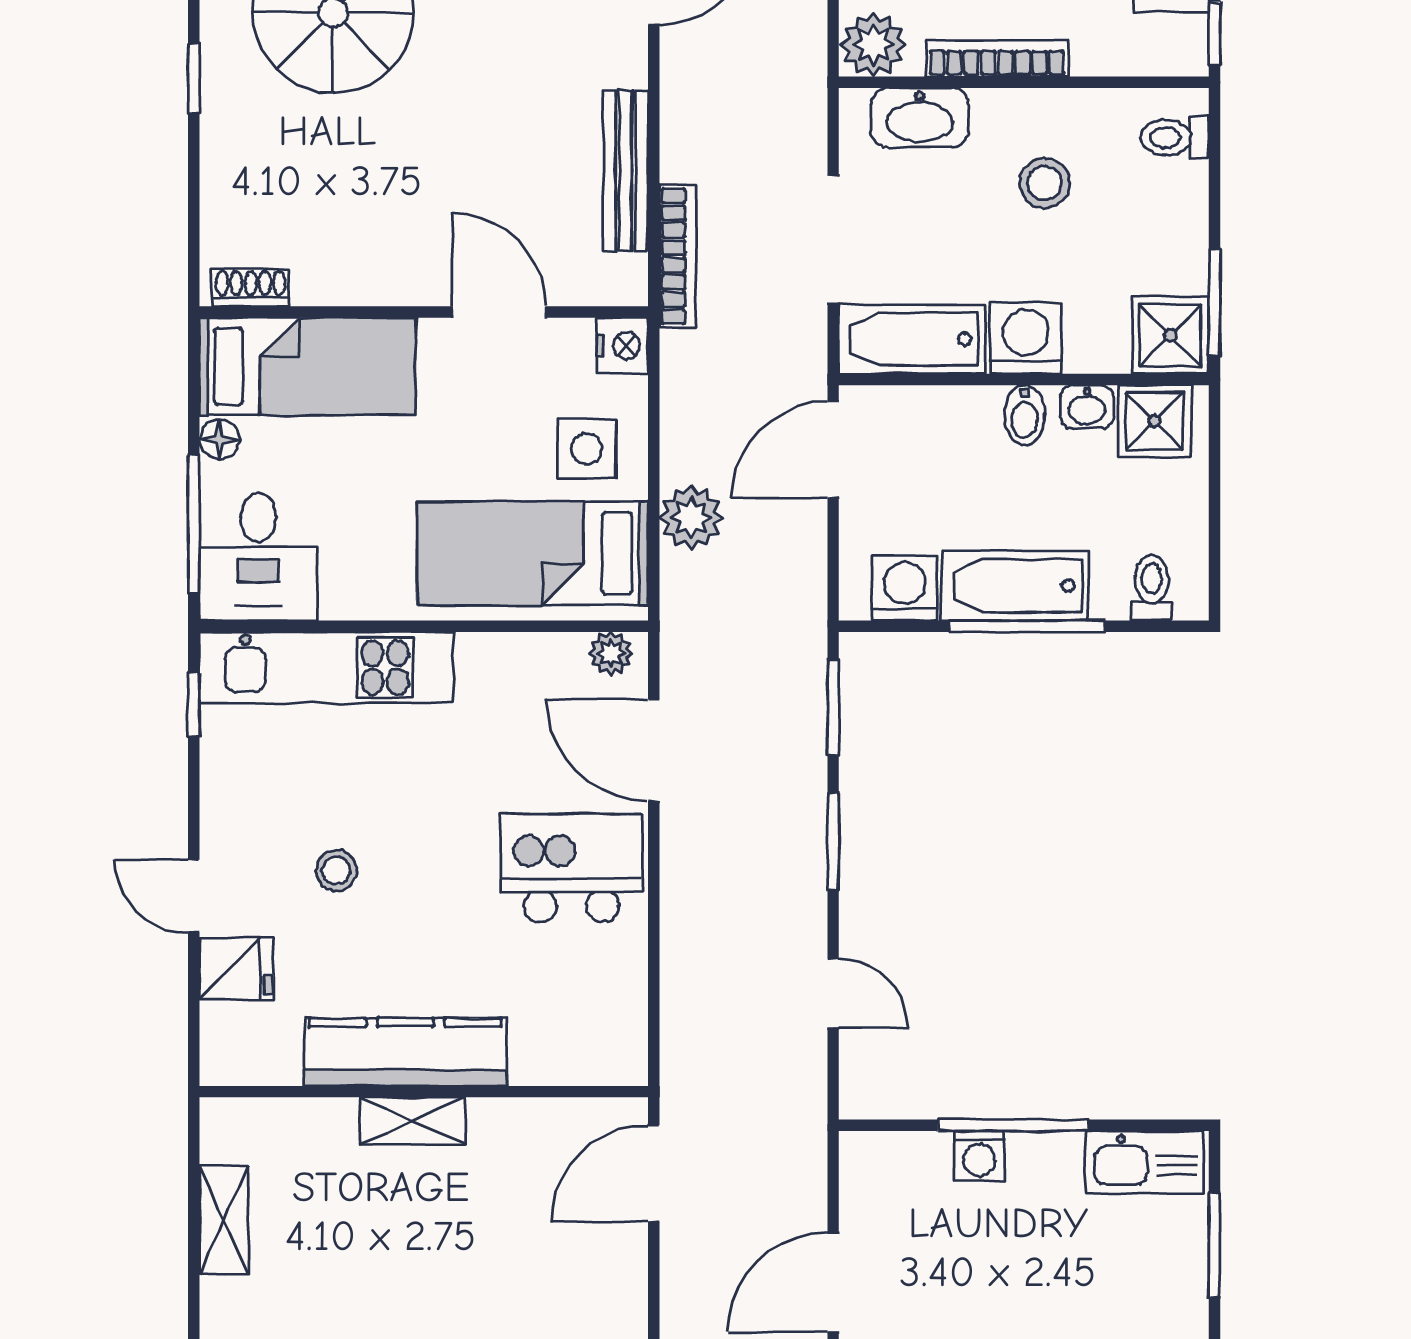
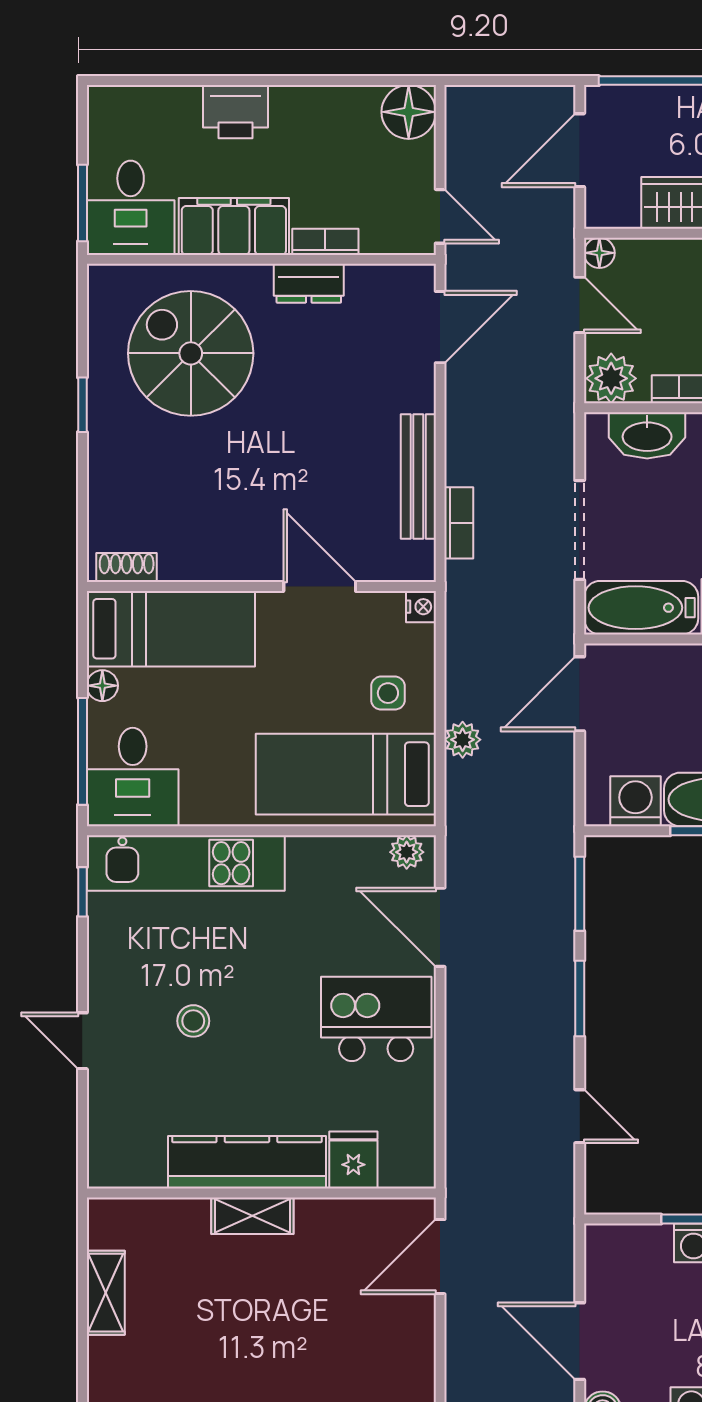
bookcase: (678, 256) -> (459, 523), width x0.64
nightstand: (622, 346) -> (421, 607), width x0.72, depth x0.74
side table: (587, 449) -> (388, 693), width x0.73, depth x0.73
plant: (691, 518) -> (463, 740), width x0.73, depth x0.73
fridge: (236, 969) -> (353, 1160), moved, turned -90
door: (833, 1282) -> (580, 1341), hinge flipped

